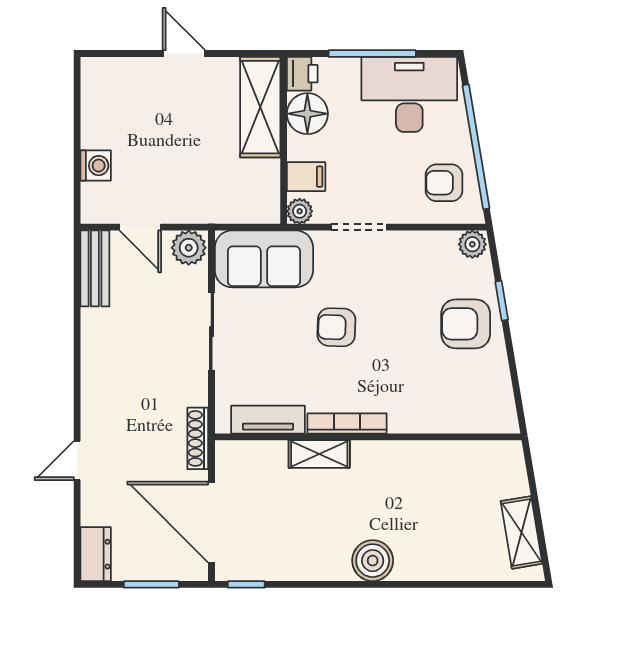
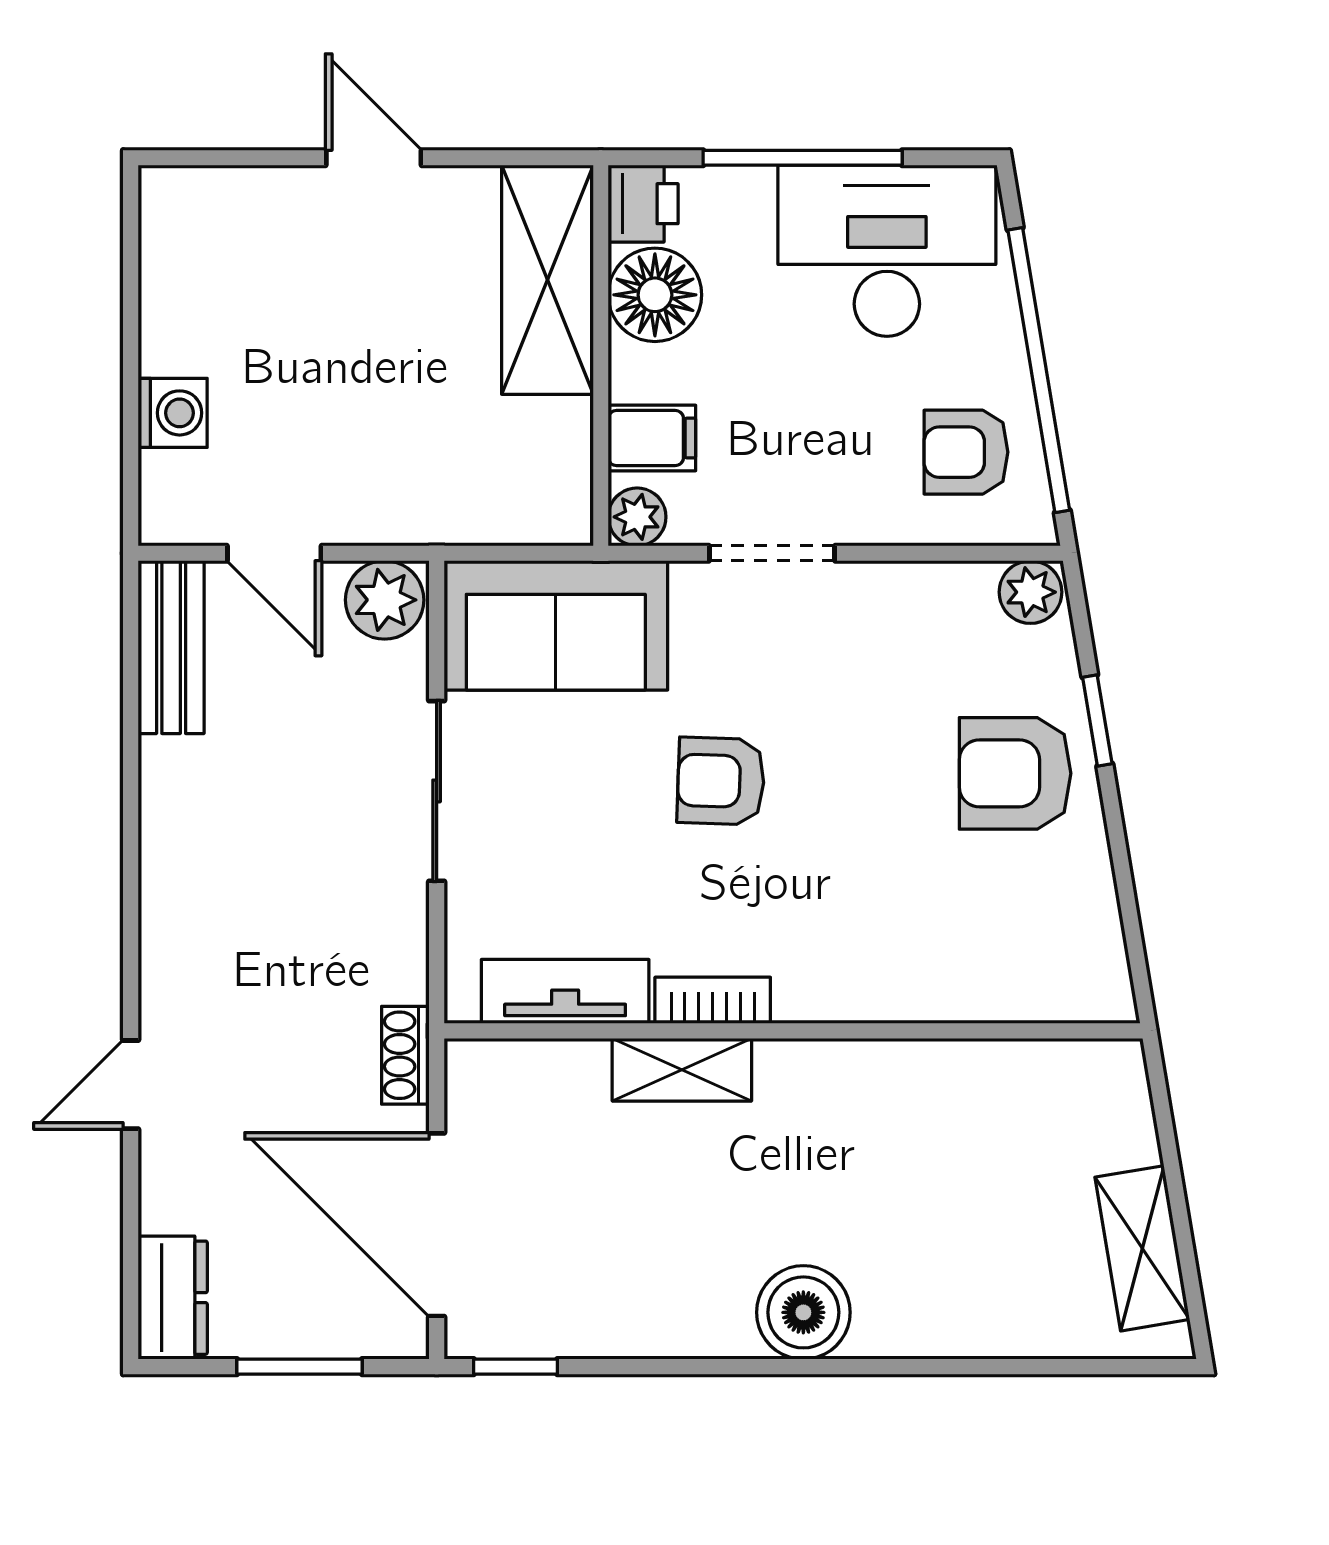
bookcase: (347, 424) -> (713, 1000), width x0.64
shoe rack: (198, 438) -> (405, 1055), width x0.70

